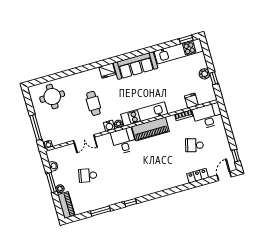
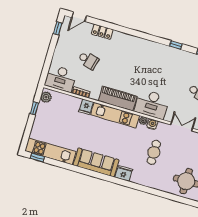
plant: (204, 74) -> (46, 97), moved
fridge: (191, 101) -> (86, 107), moved
desk: (124, 141) -> (152, 104), width x1.37

